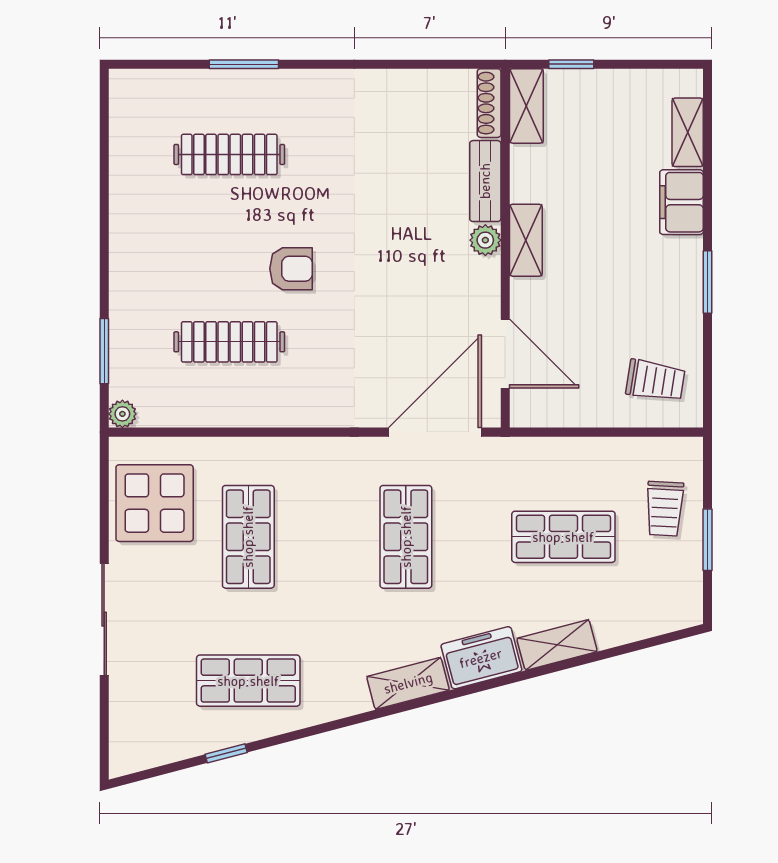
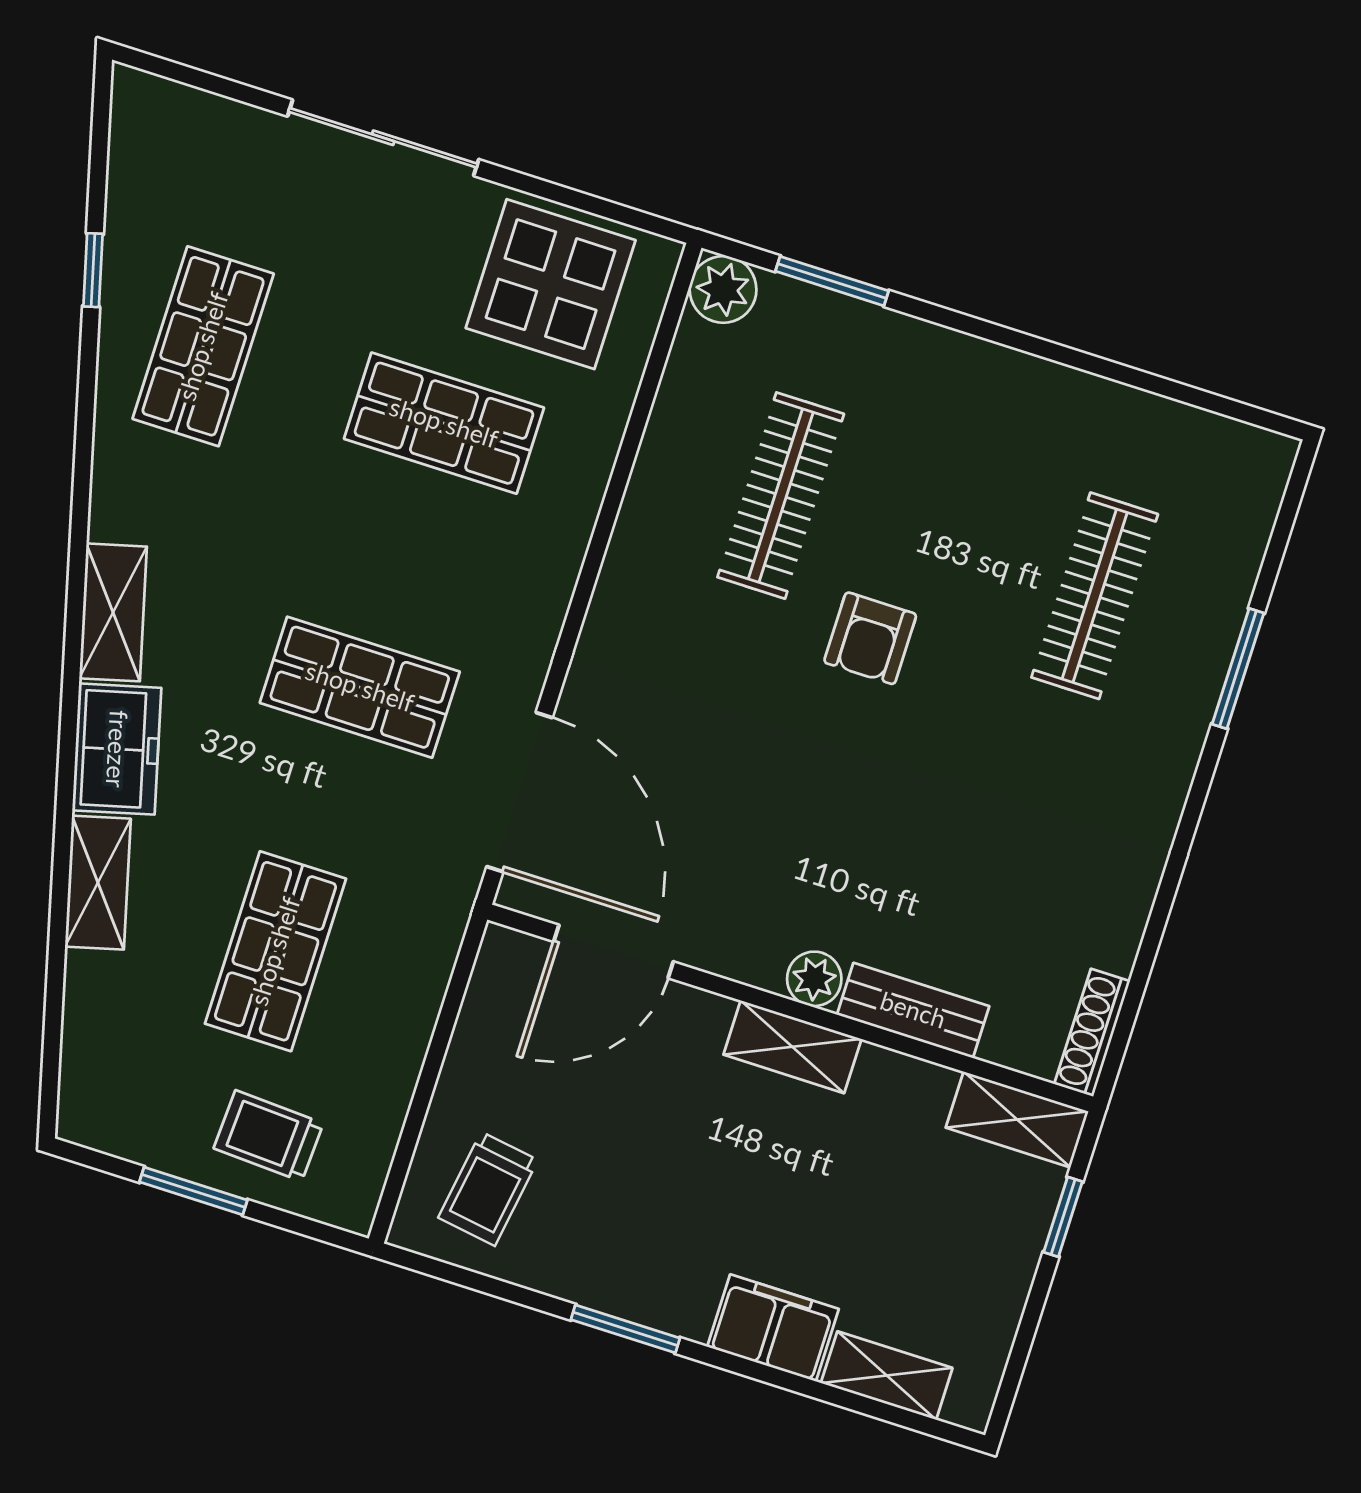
shoe rack: (489, 103) -> (1092, 1033), moved, turned -90
plant: (122, 414) -> (723, 289), width x1.38, depth x1.38

